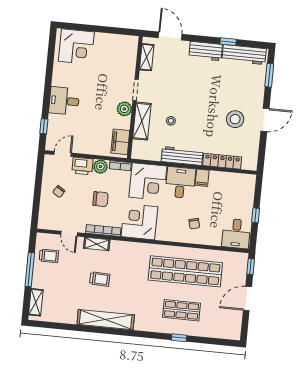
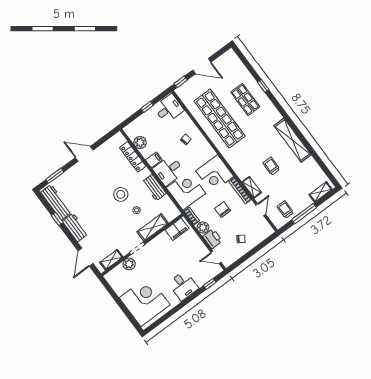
corner desk: (76, 47) -> (145, 301), width x1.36, depth x1.36
plant: (124, 109) -> (129, 264), moved
stool: (235, 119) -> (121, 194), moved
workbench: (182, 156) -> (154, 188), width x0.73
plant: (229, 180) -> (140, 142), added

